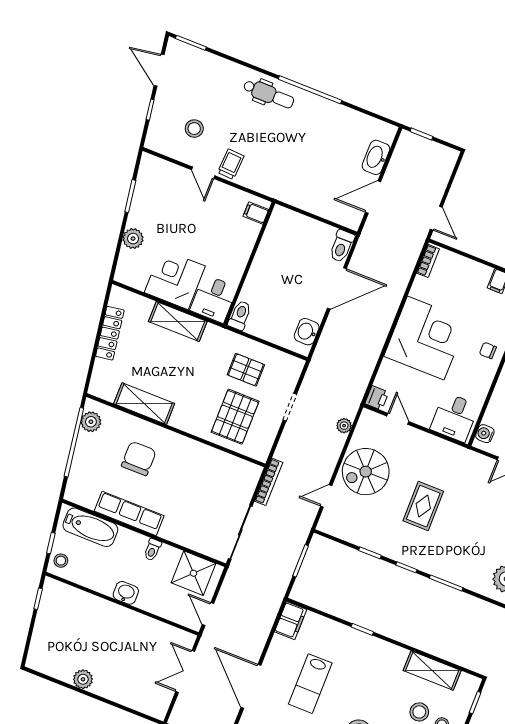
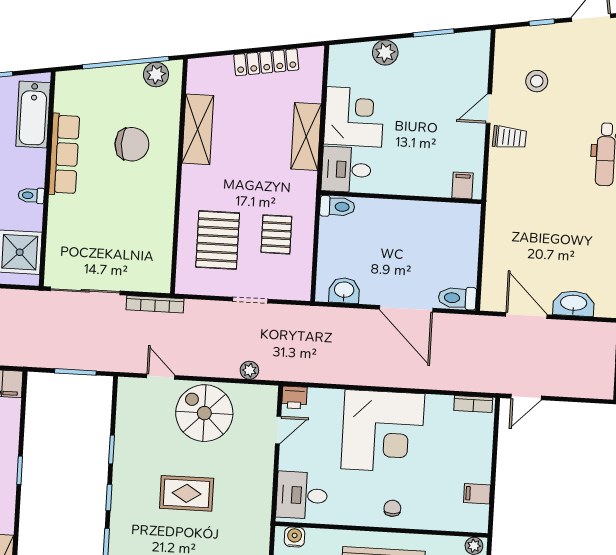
pallet: (235, 417) -> (218, 240), turned 90

